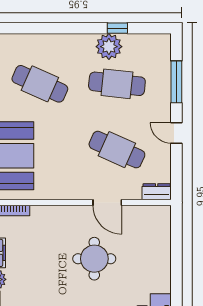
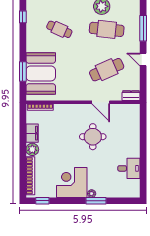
cafe table: (40, 84) -> (59, 29), width x0.73, depth x0.74
cafe table: (117, 150) -> (107, 70), turned -48

